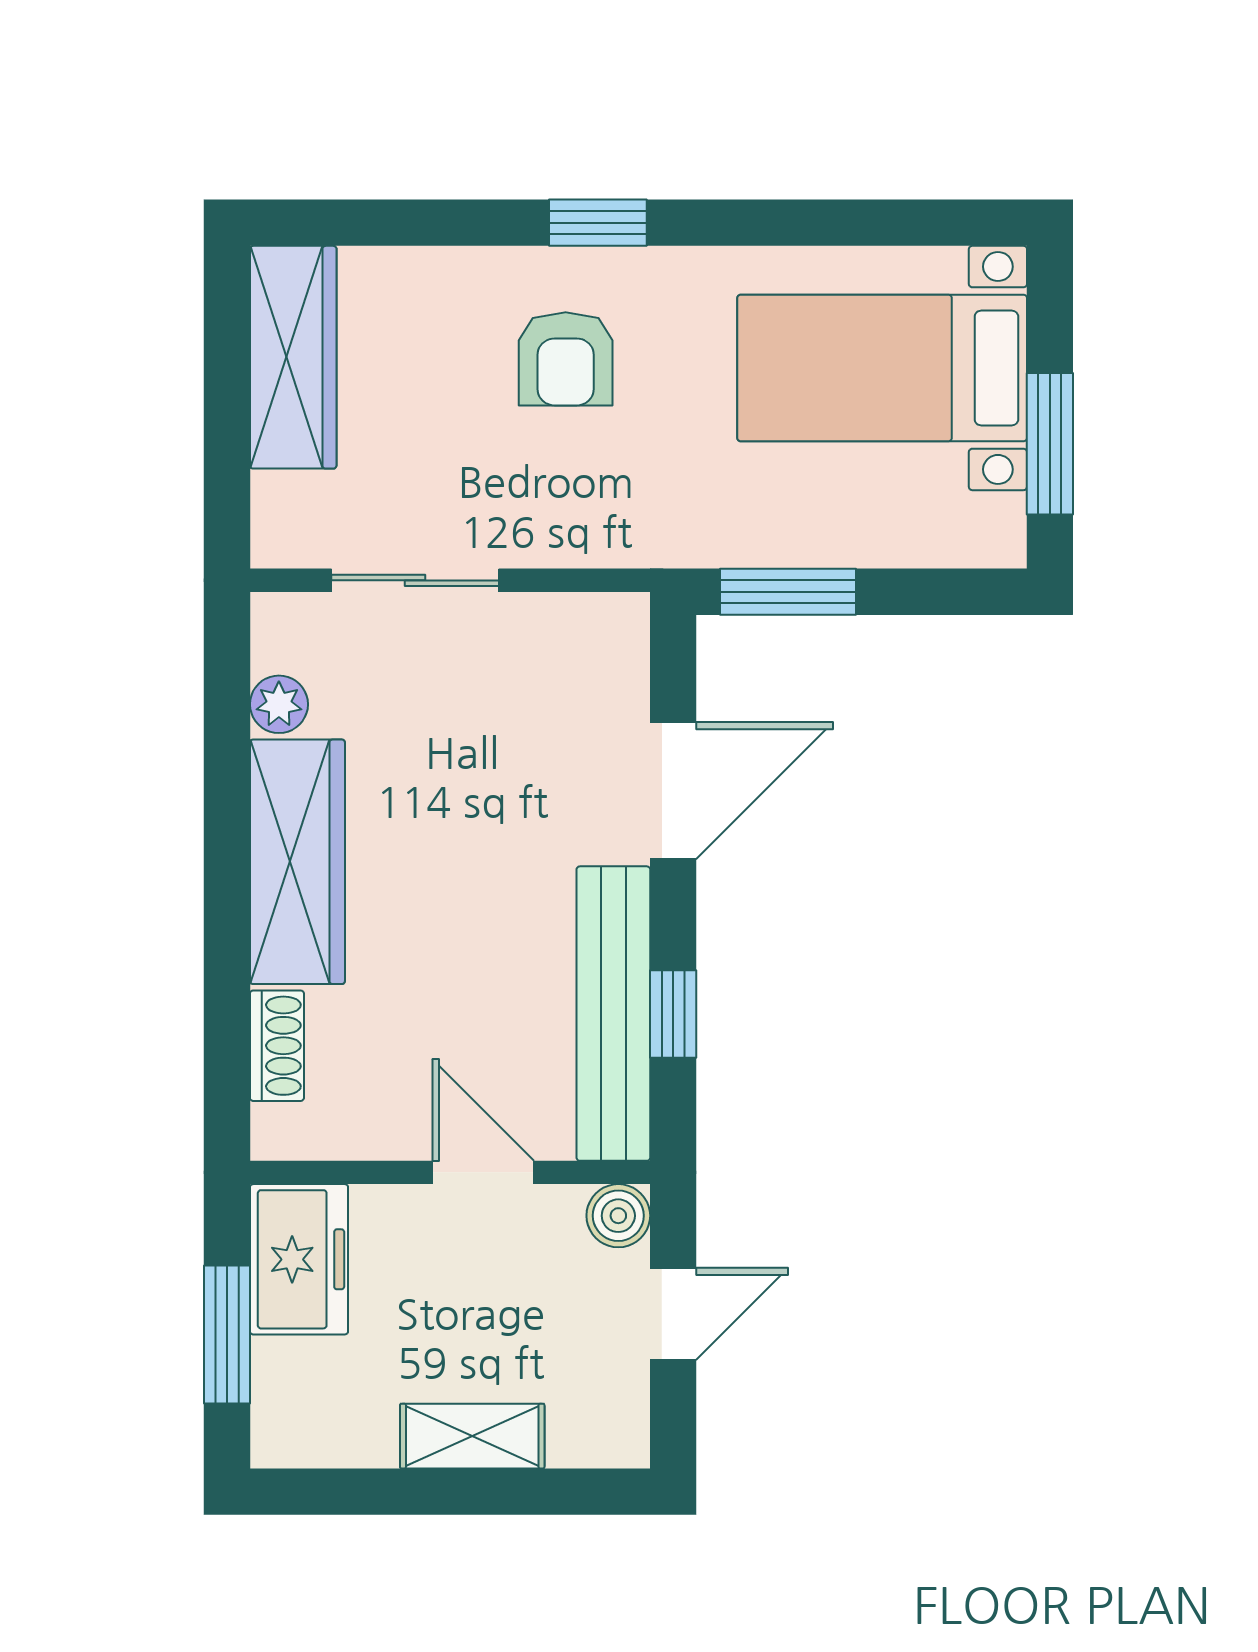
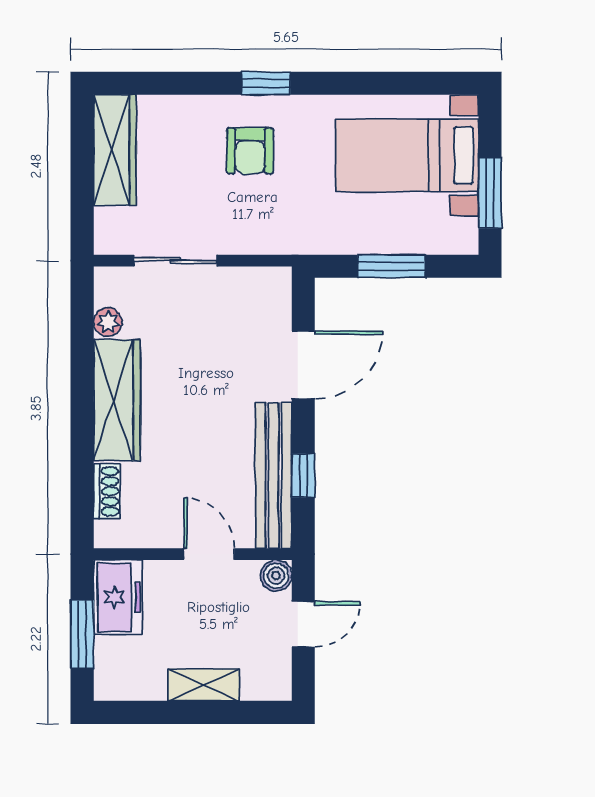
window: (788, 592) -> (392, 266), moved

